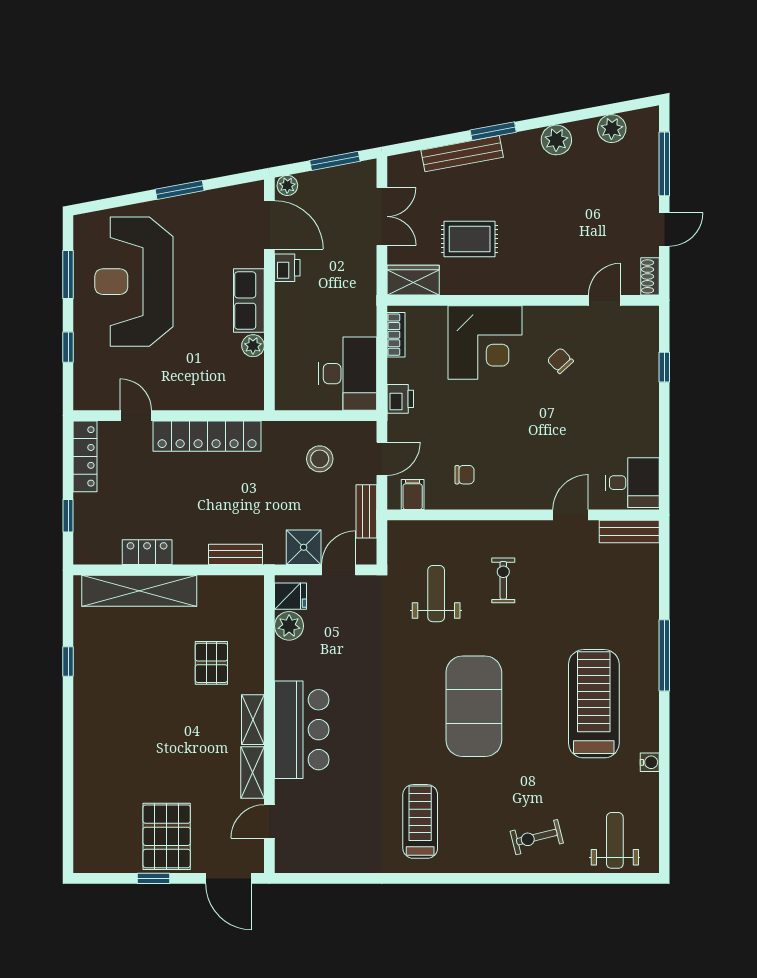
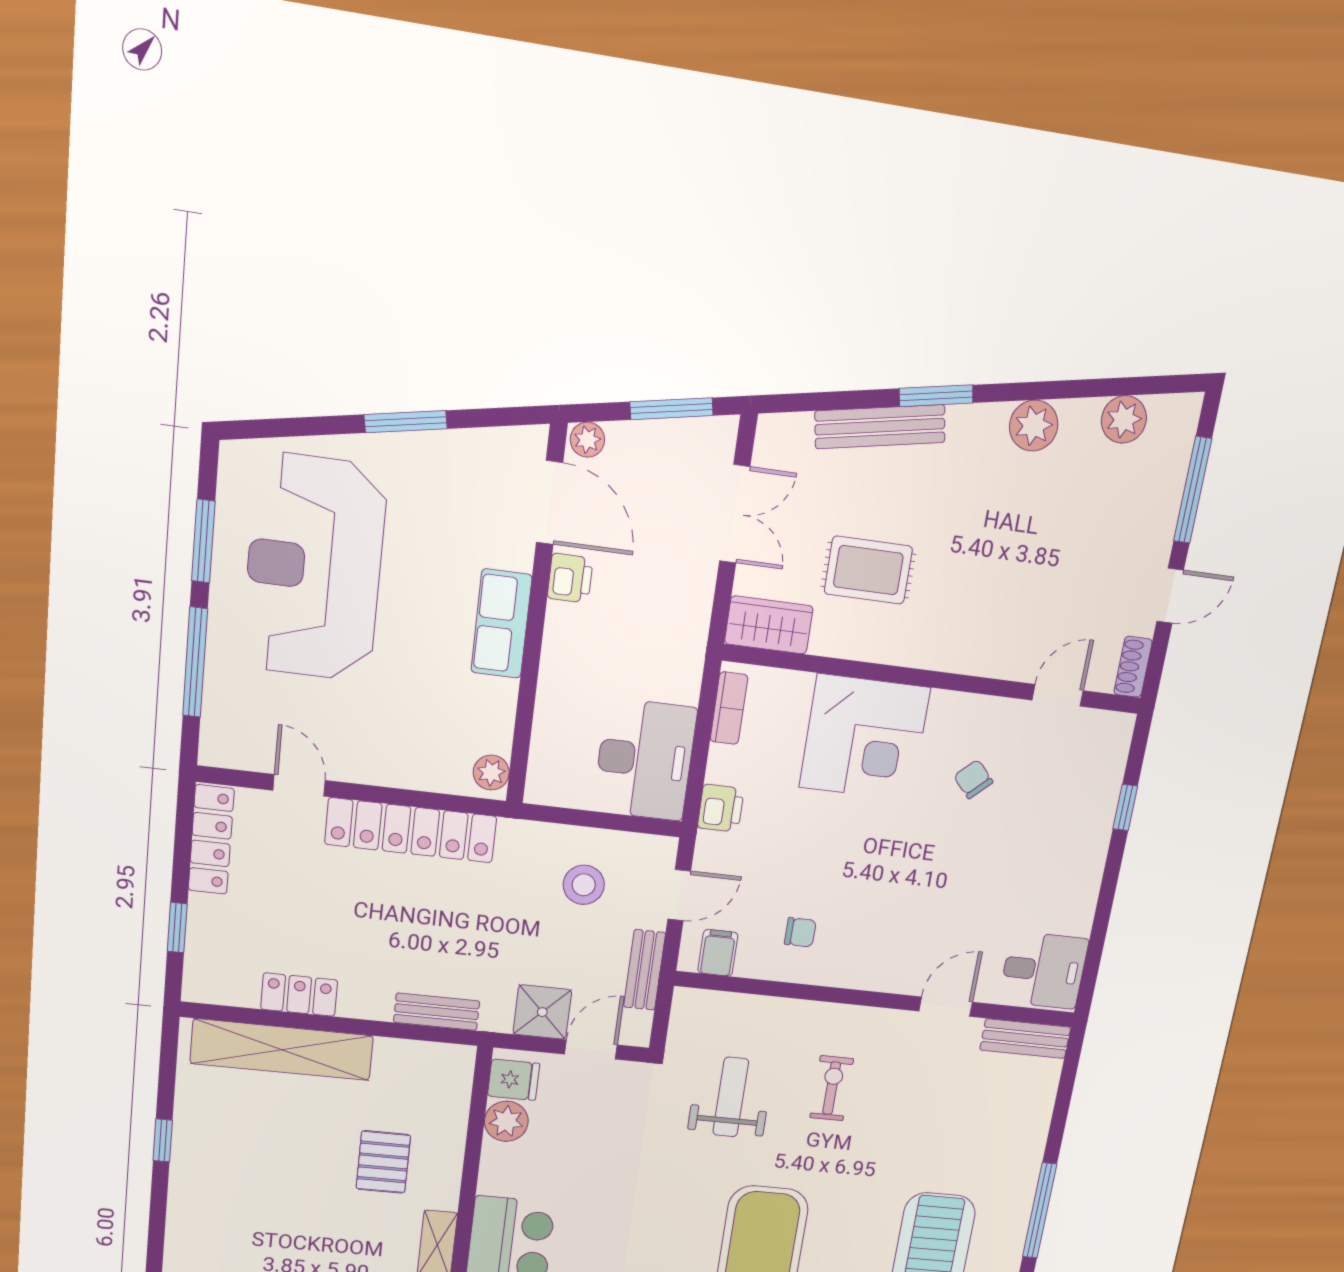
plant: (253, 346) -> (491, 773), moved
window: (68, 347) -> (195, 662), width x2.17

